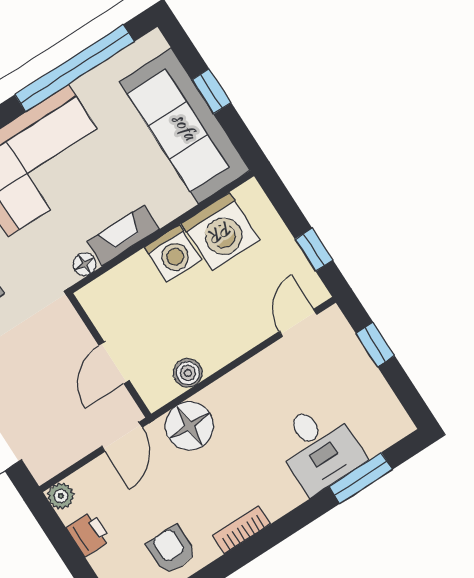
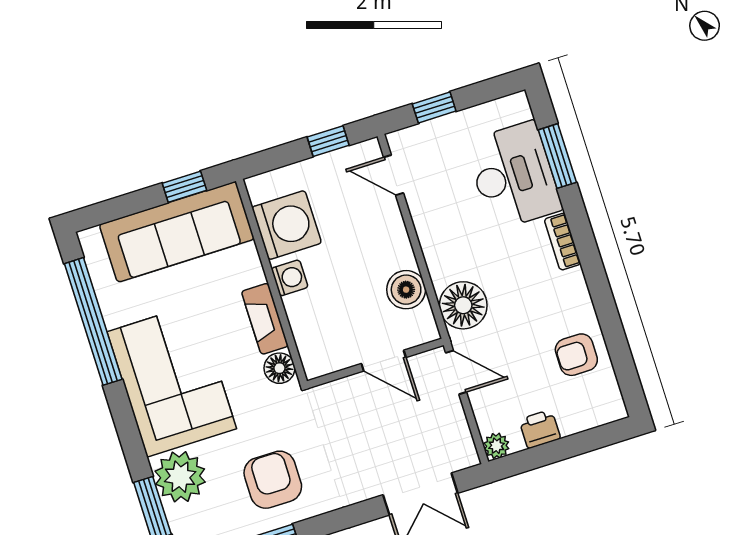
window: (211, 91) -> (184, 187), moved
washing machine: (173, 253) -> (290, 278), width x0.73, depth x0.73
floor lamp: (85, 264) -> (279, 368), width x1.37, depth x1.37
boiler: (188, 373) -> (406, 290), width x1.36, depth x1.36
desk: (319, 447) -> (514, 176), width x1.37
bookcase: (241, 530) -> (562, 242), moved

